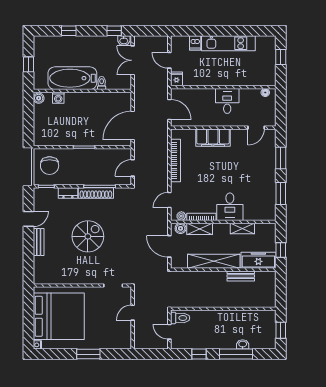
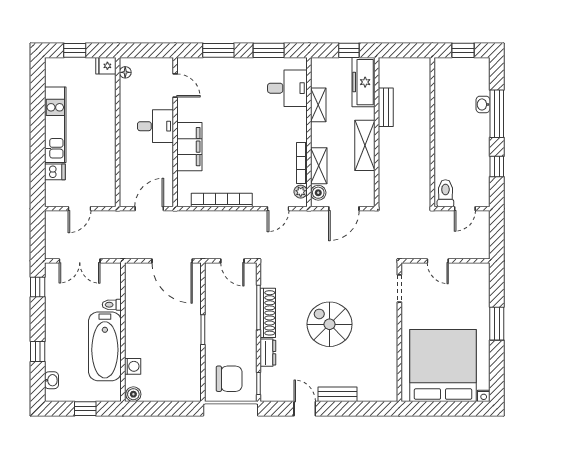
washbasin: (124, 41) -> (52, 380), moved
fridge: (176, 79) -> (106, 66), moved
desk: (227, 101) -> (155, 126), moved, turned 180
door: (169, 200) -> (278, 209), hinge flipped
desk: (230, 207) -> (287, 88), moved
shelving: (214, 261) -> (365, 145), width x0.68

